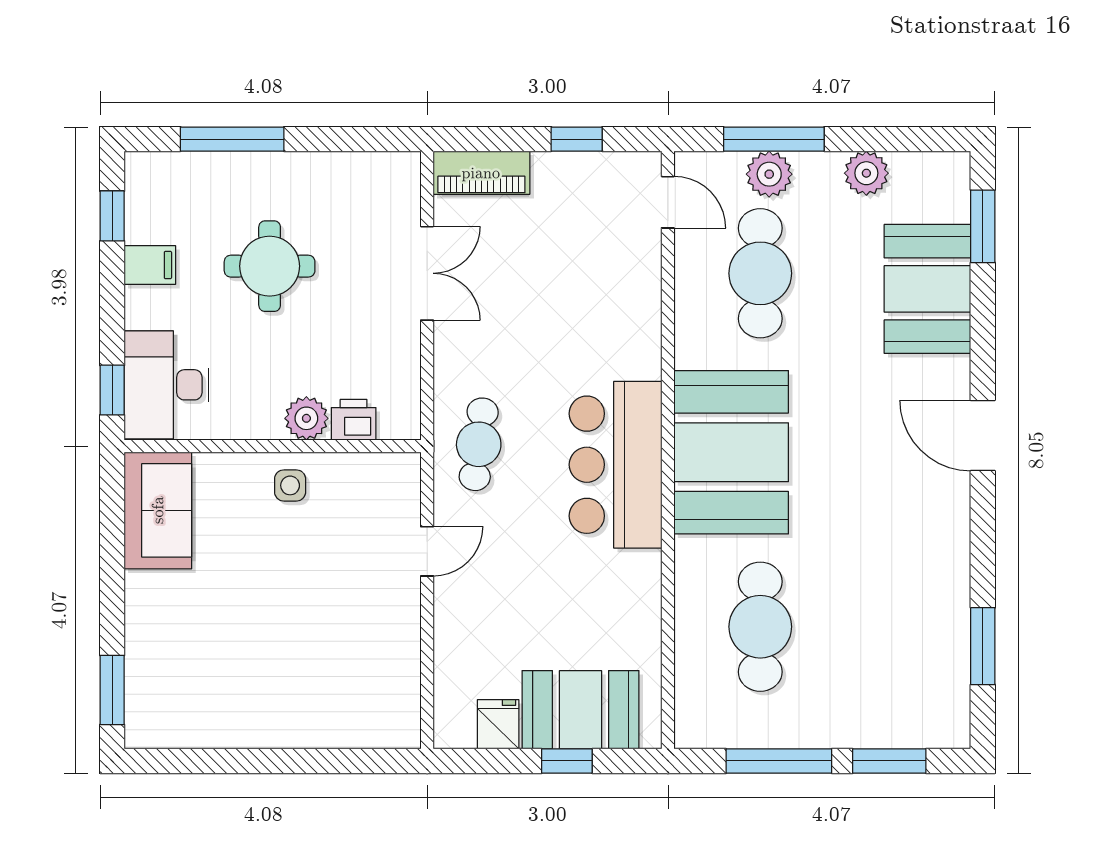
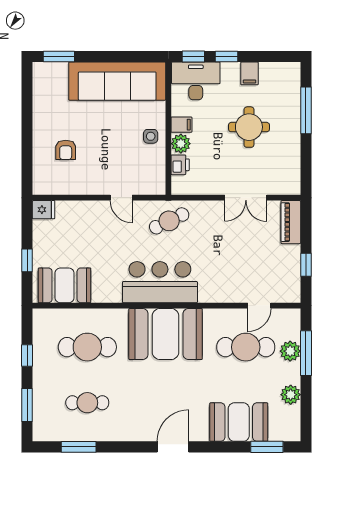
door: (668, 202) -> (259, 306), moved
window: (112, 216) -> (227, 56), moved
filing cabinet: (264, 417) -> (181, 125), added
cafe table: (479, 444) -> (169, 221), turned -33
sofa: (158, 510) -> (117, 81), width x1.85, depth x1.27
cafe table: (884, 627) -> (87, 403), added
armchair: (321, 675) -> (66, 150), added
booth: (580, 710) -> (65, 285), moved, turned 90
fridge: (498, 724) -> (44, 210), moved
window: (779, 761) -> (27, 355), width x0.46

